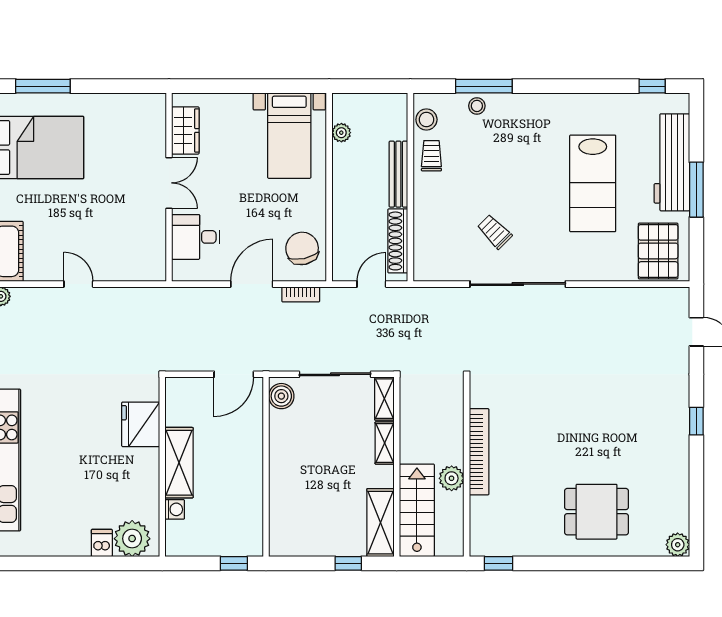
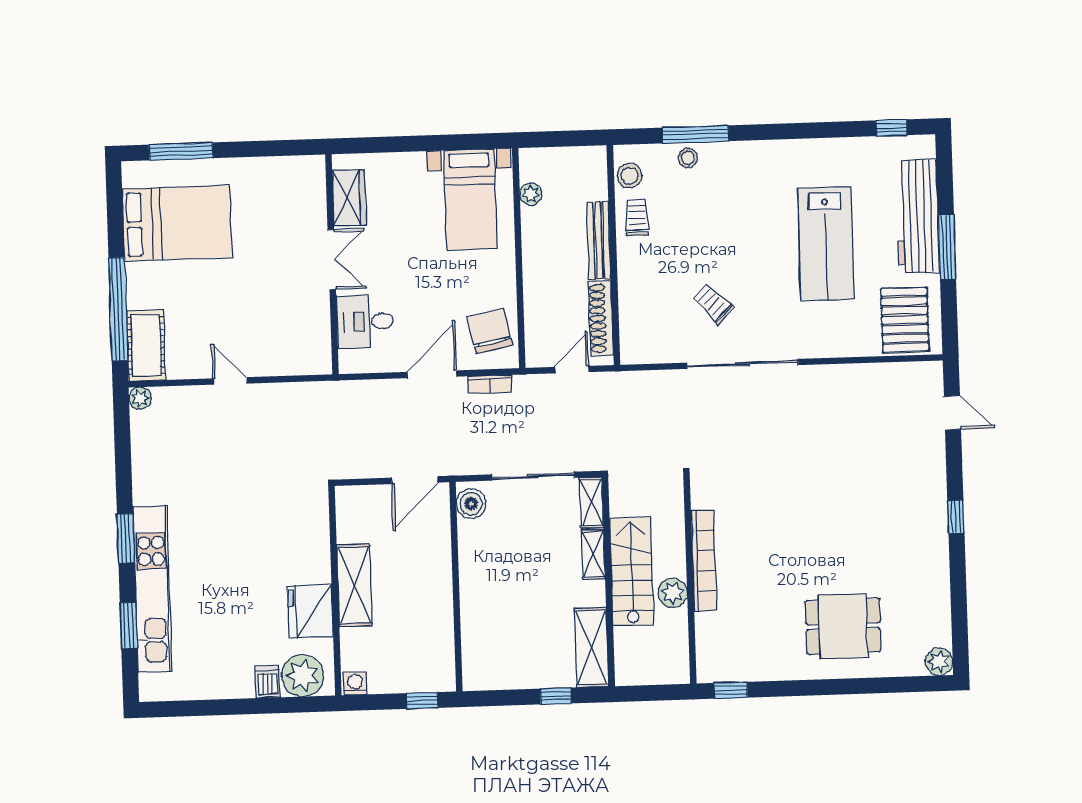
fridge: (141, 424) -> (310, 611), moved
washing machine: (175, 509) -> (355, 683), moved, turned -90
stairs: (417, 510) -> (632, 572), moved

